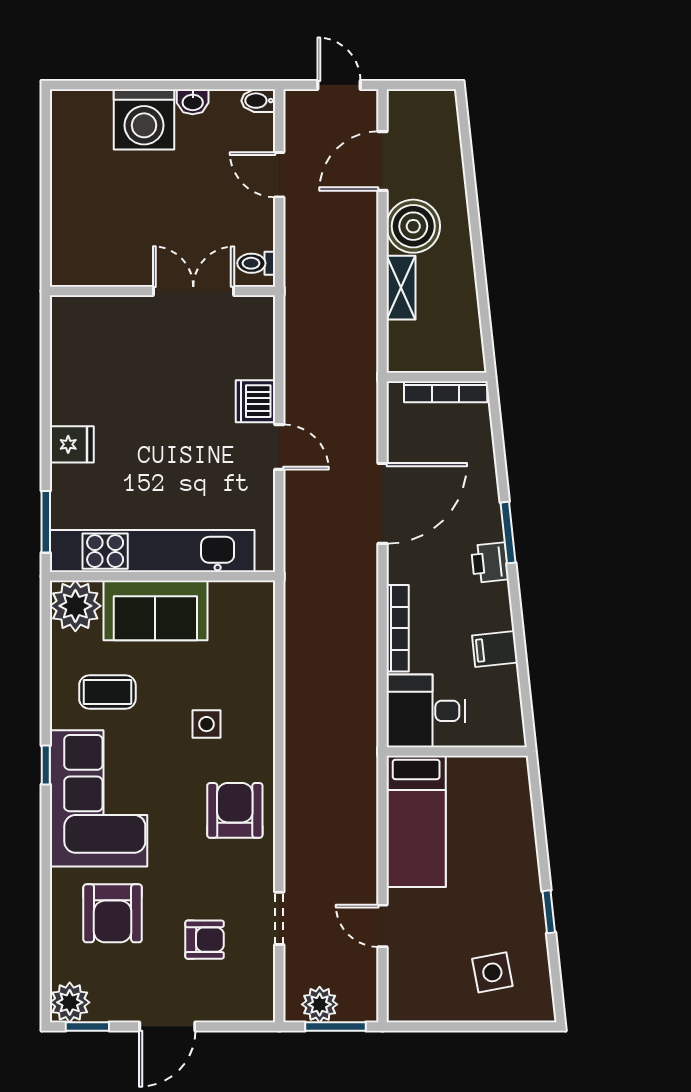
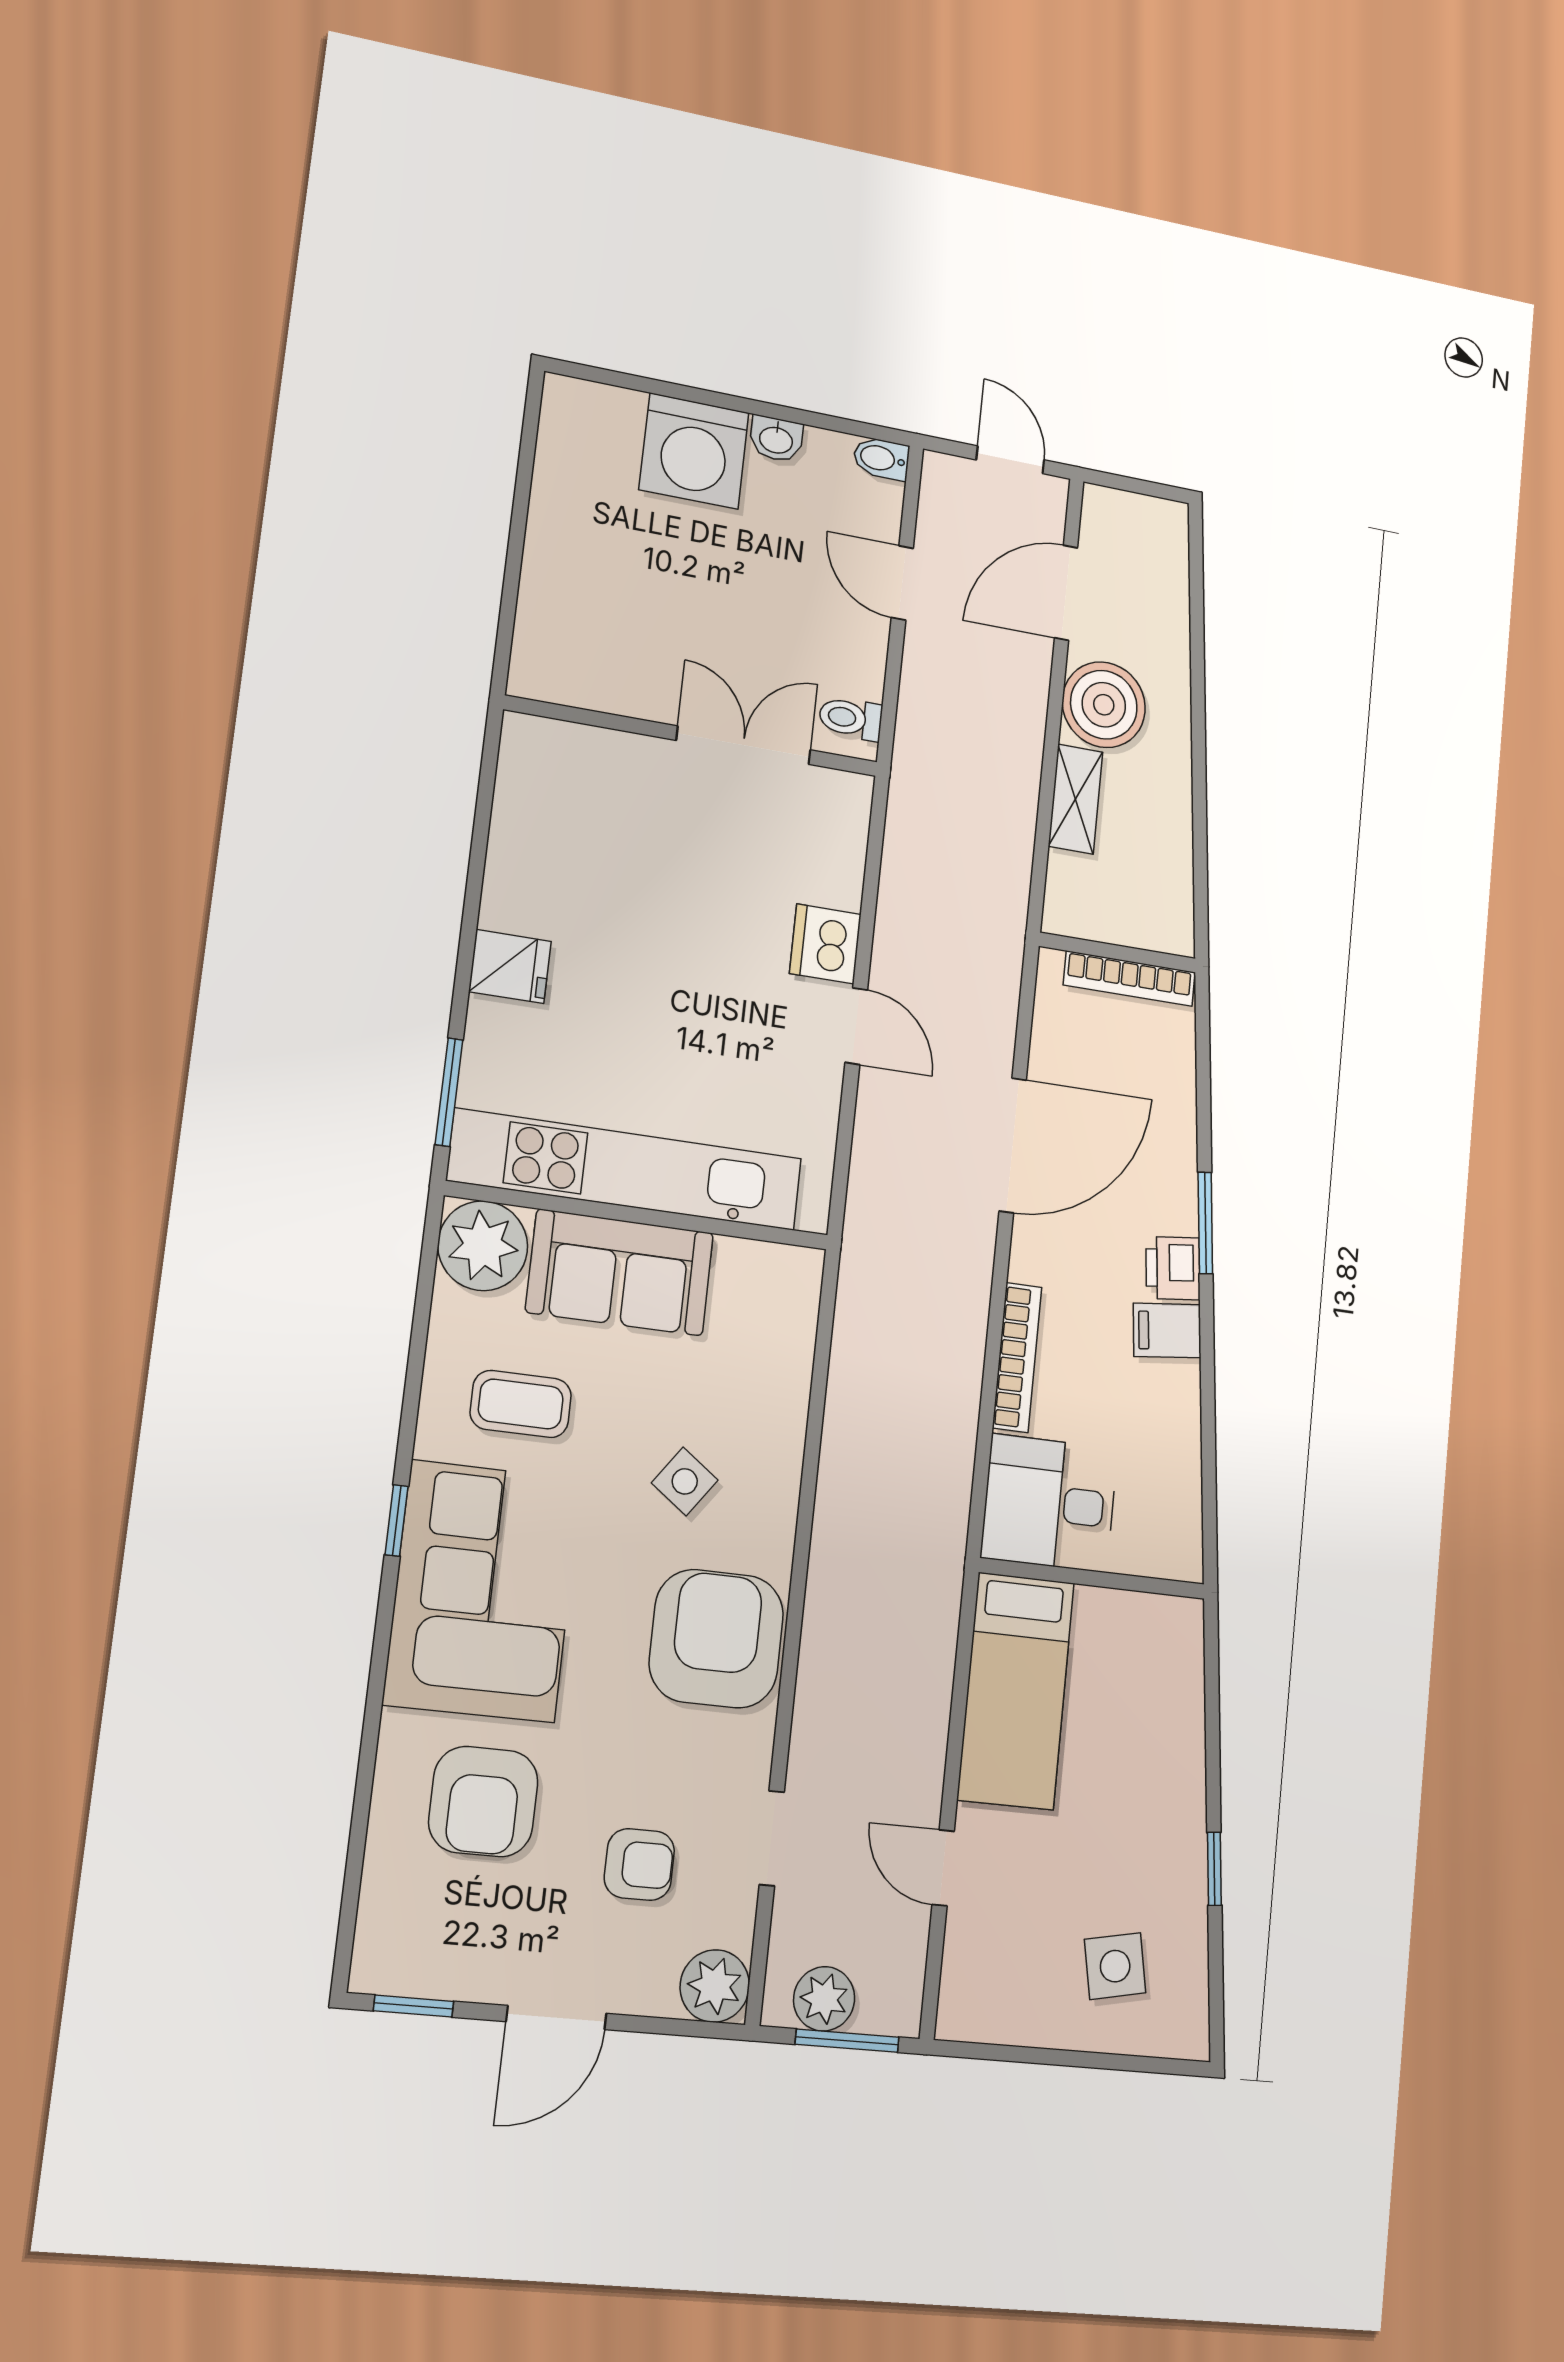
filing cabinet: (495, 649) -> (1167, 1331), moved
side table: (207, 724) -> (685, 1481), turned 36
armchair: (235, 810) -> (716, 1639), width x1.36, depth x1.36
plant: (70, 1002) -> (715, 1986), moved

